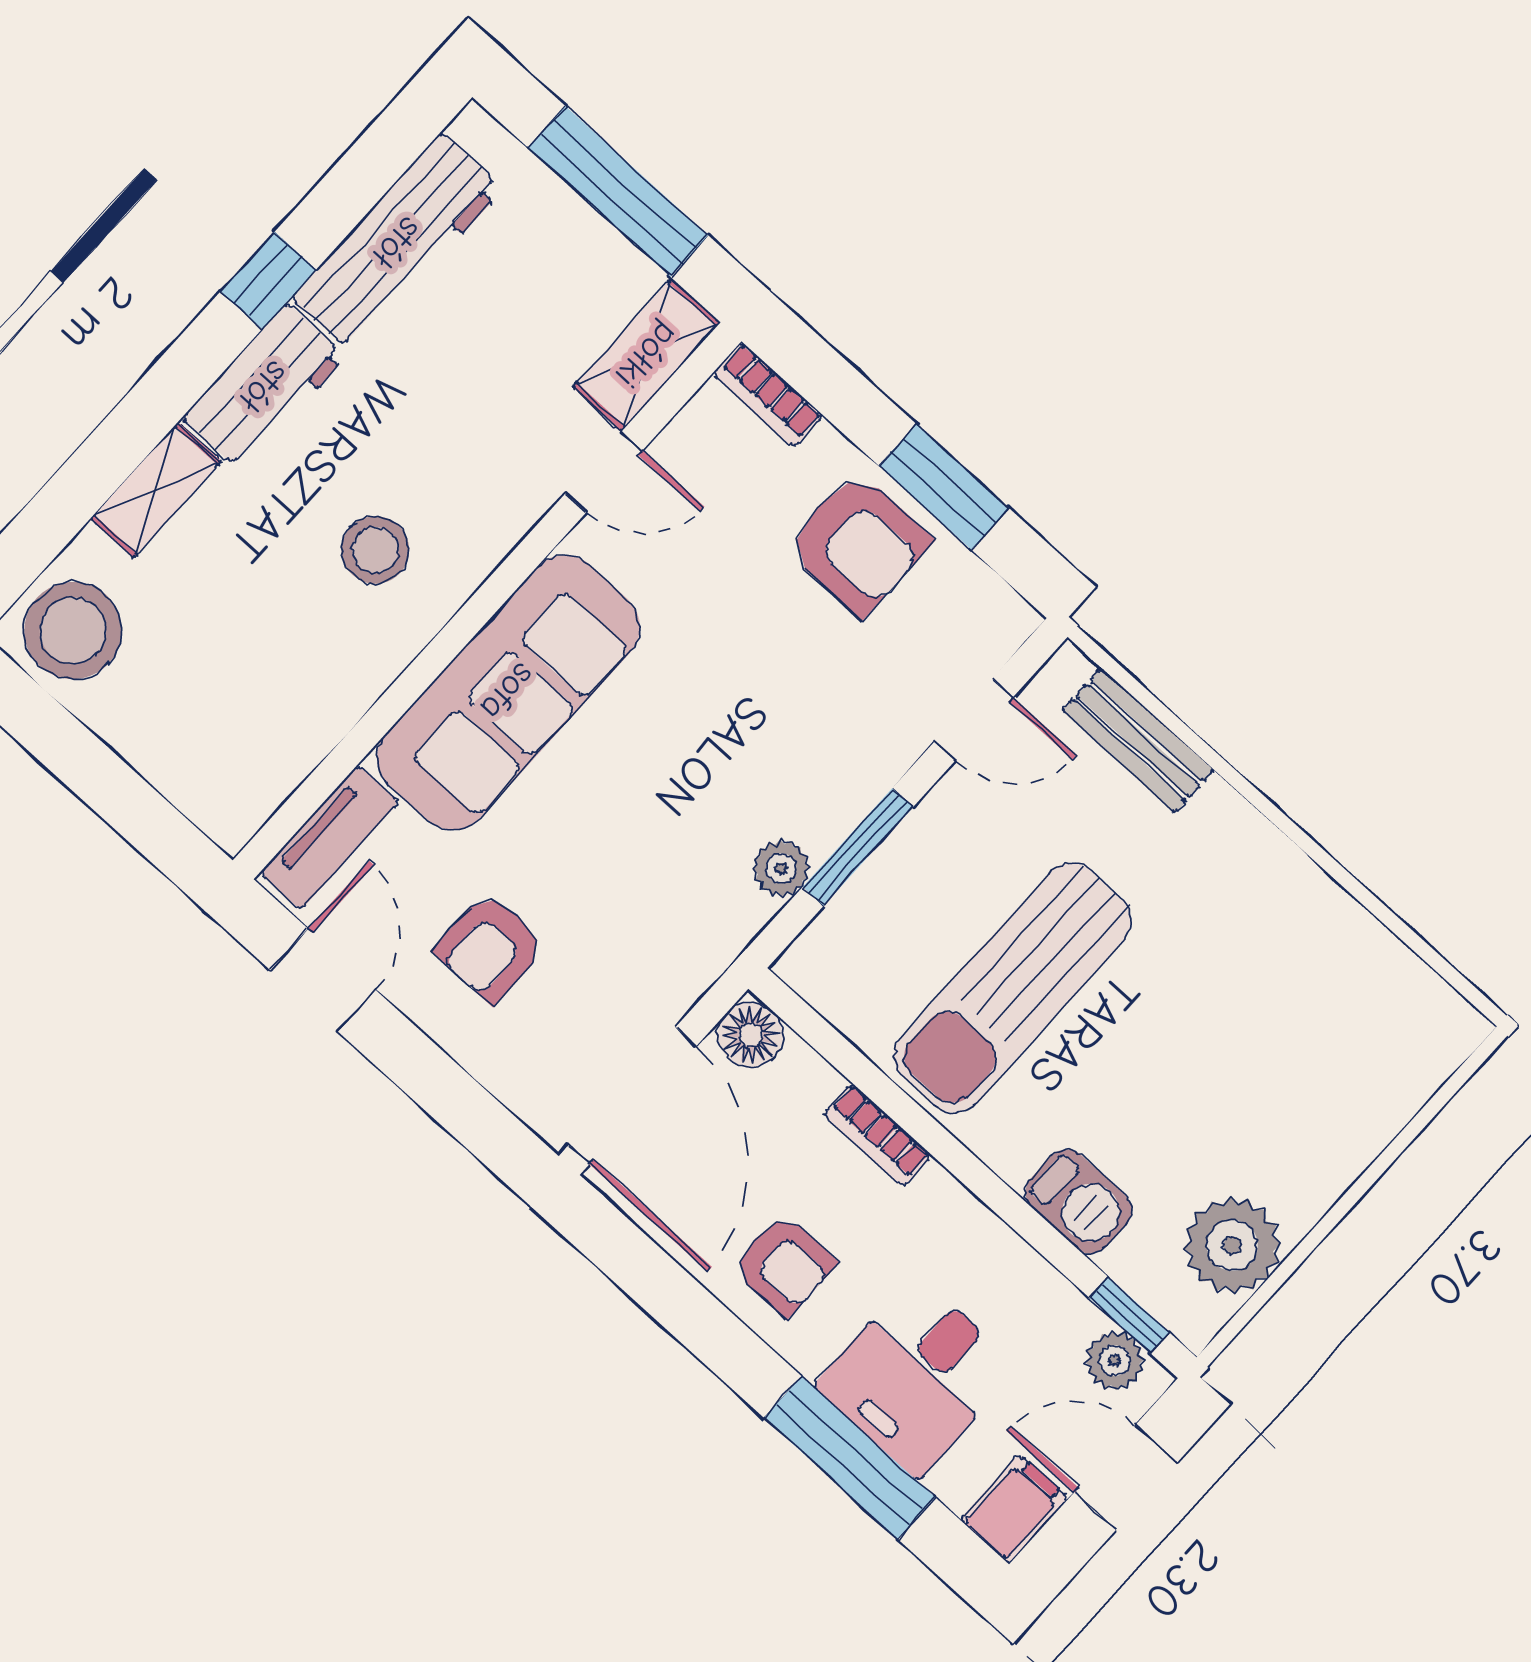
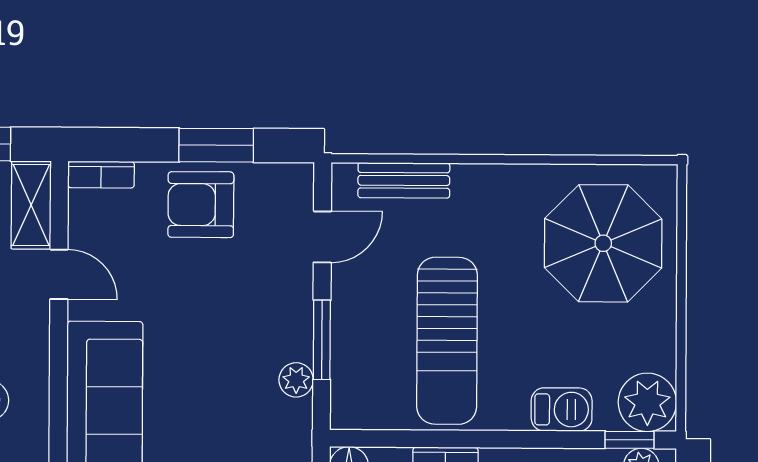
door: (604, 472) -> (59, 274), hinge flipped
armchair: (858, 544) -> (201, 205), turned 180
parasol: (1316, 1041) -> (603, 243), added
plant: (1232, 1245) -> (647, 402), moved

